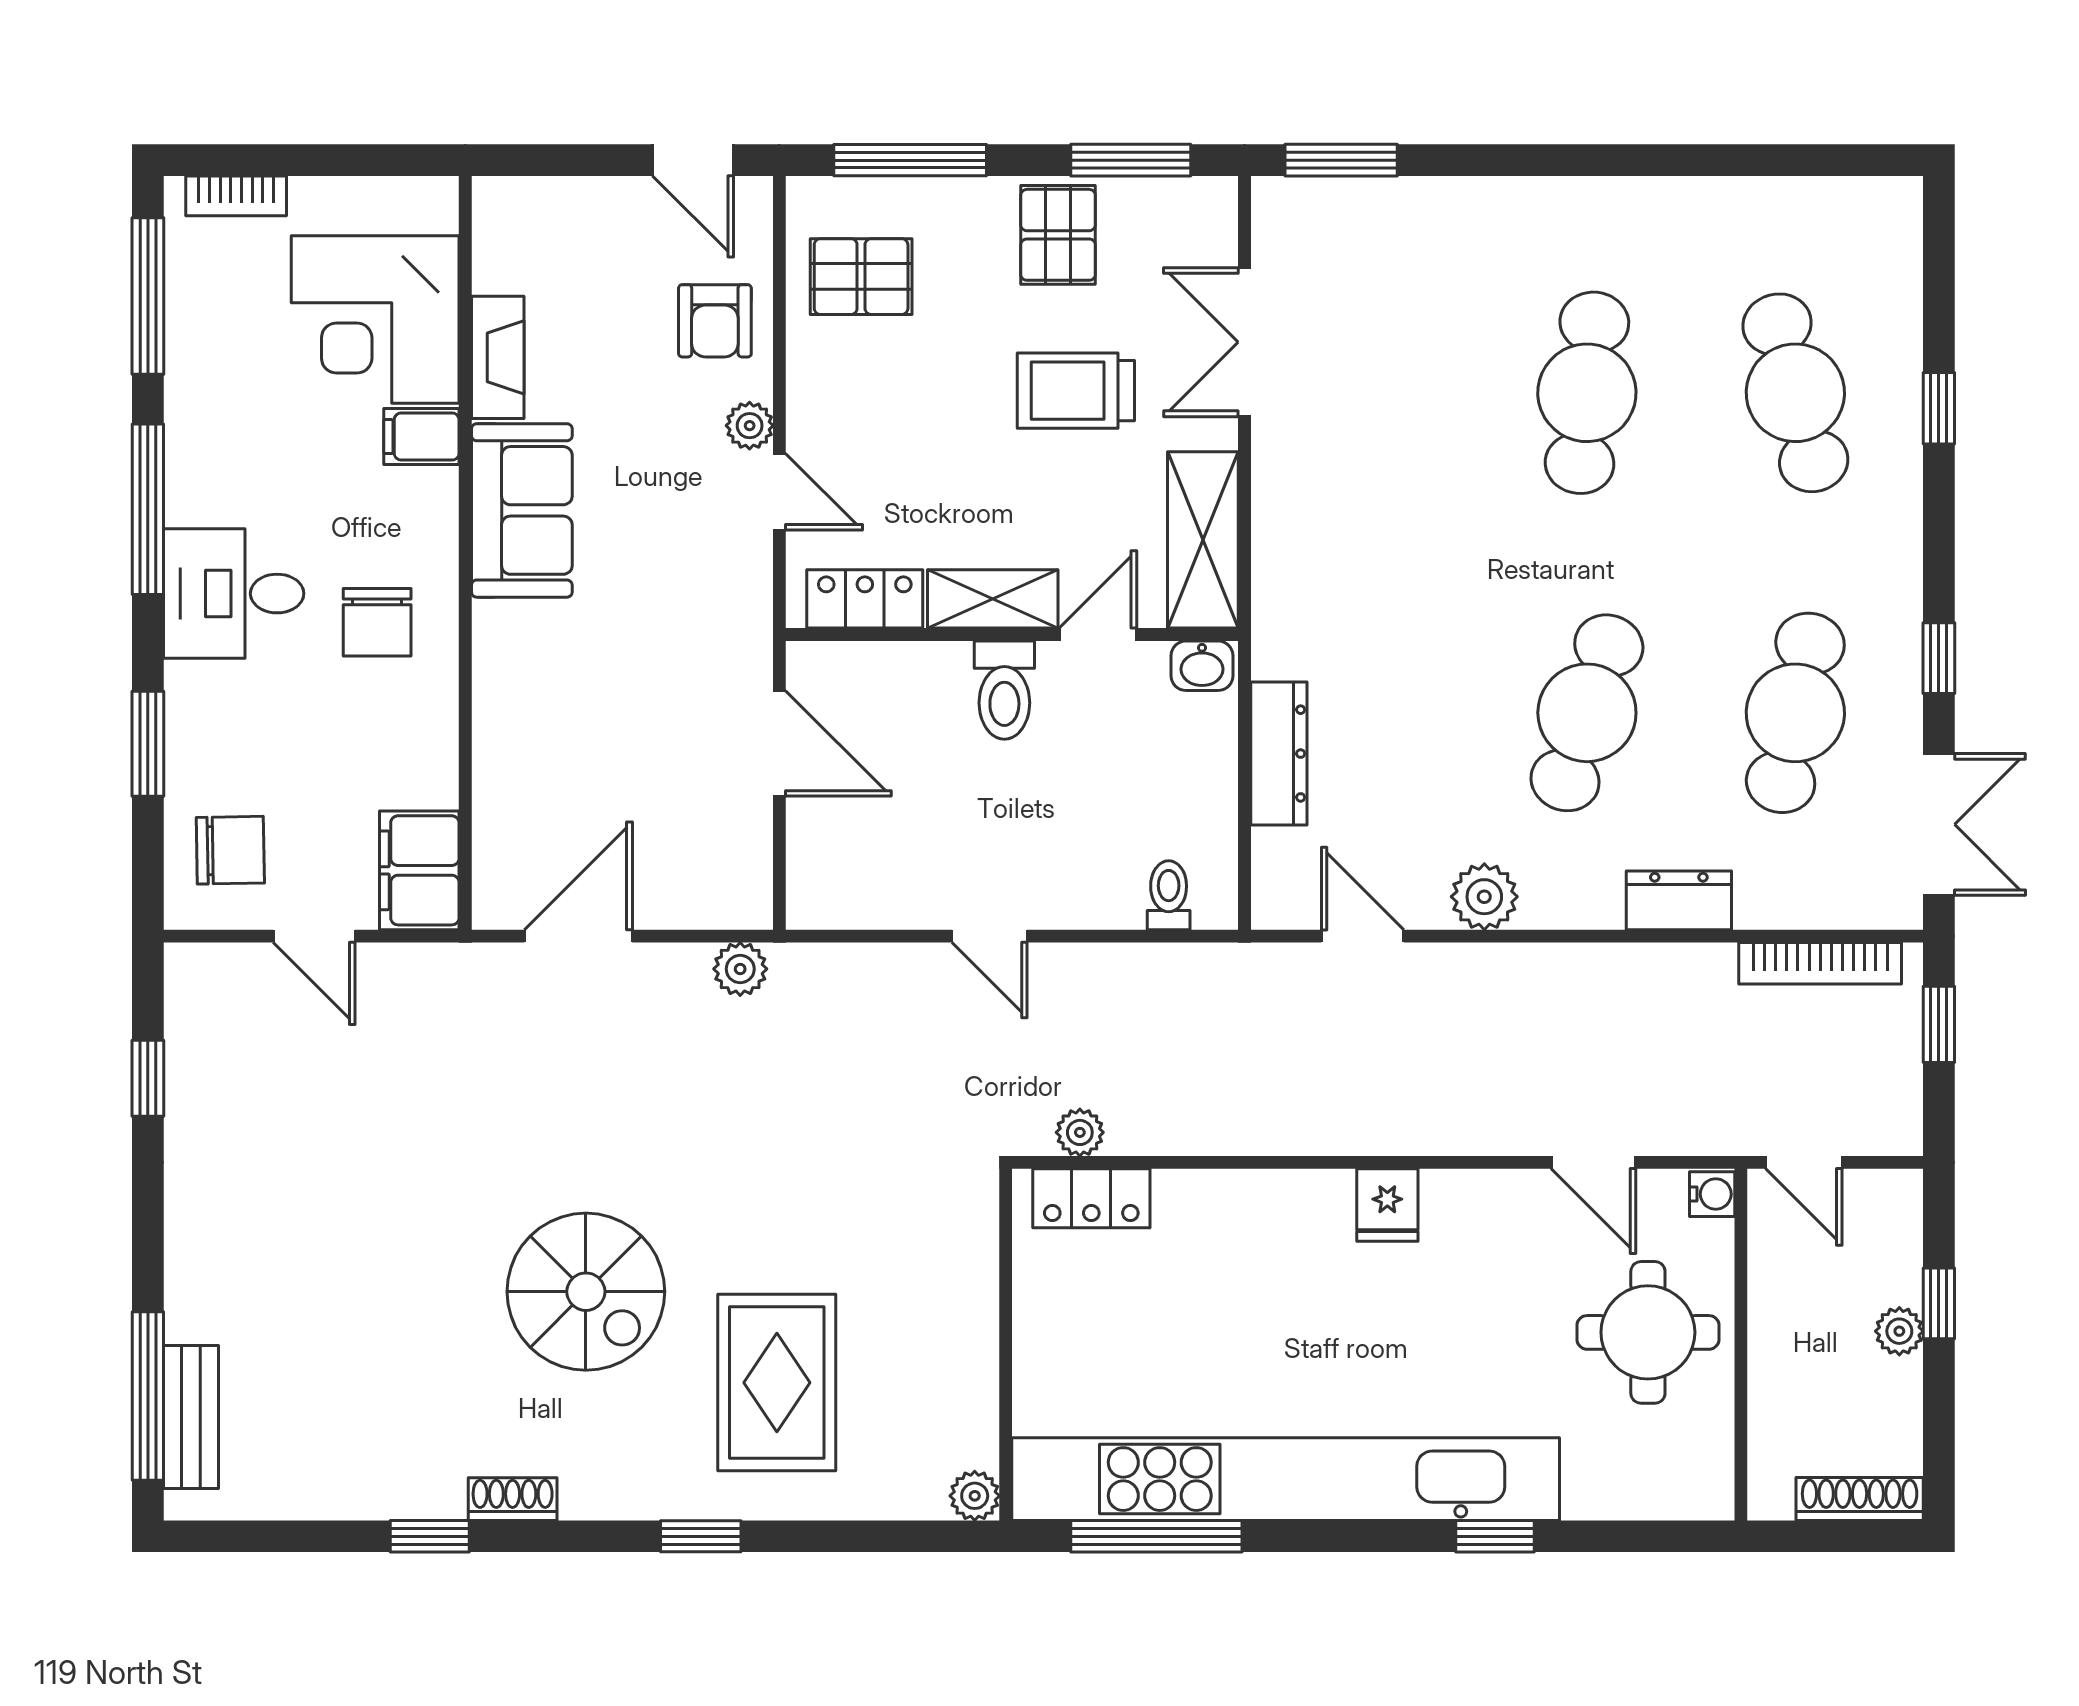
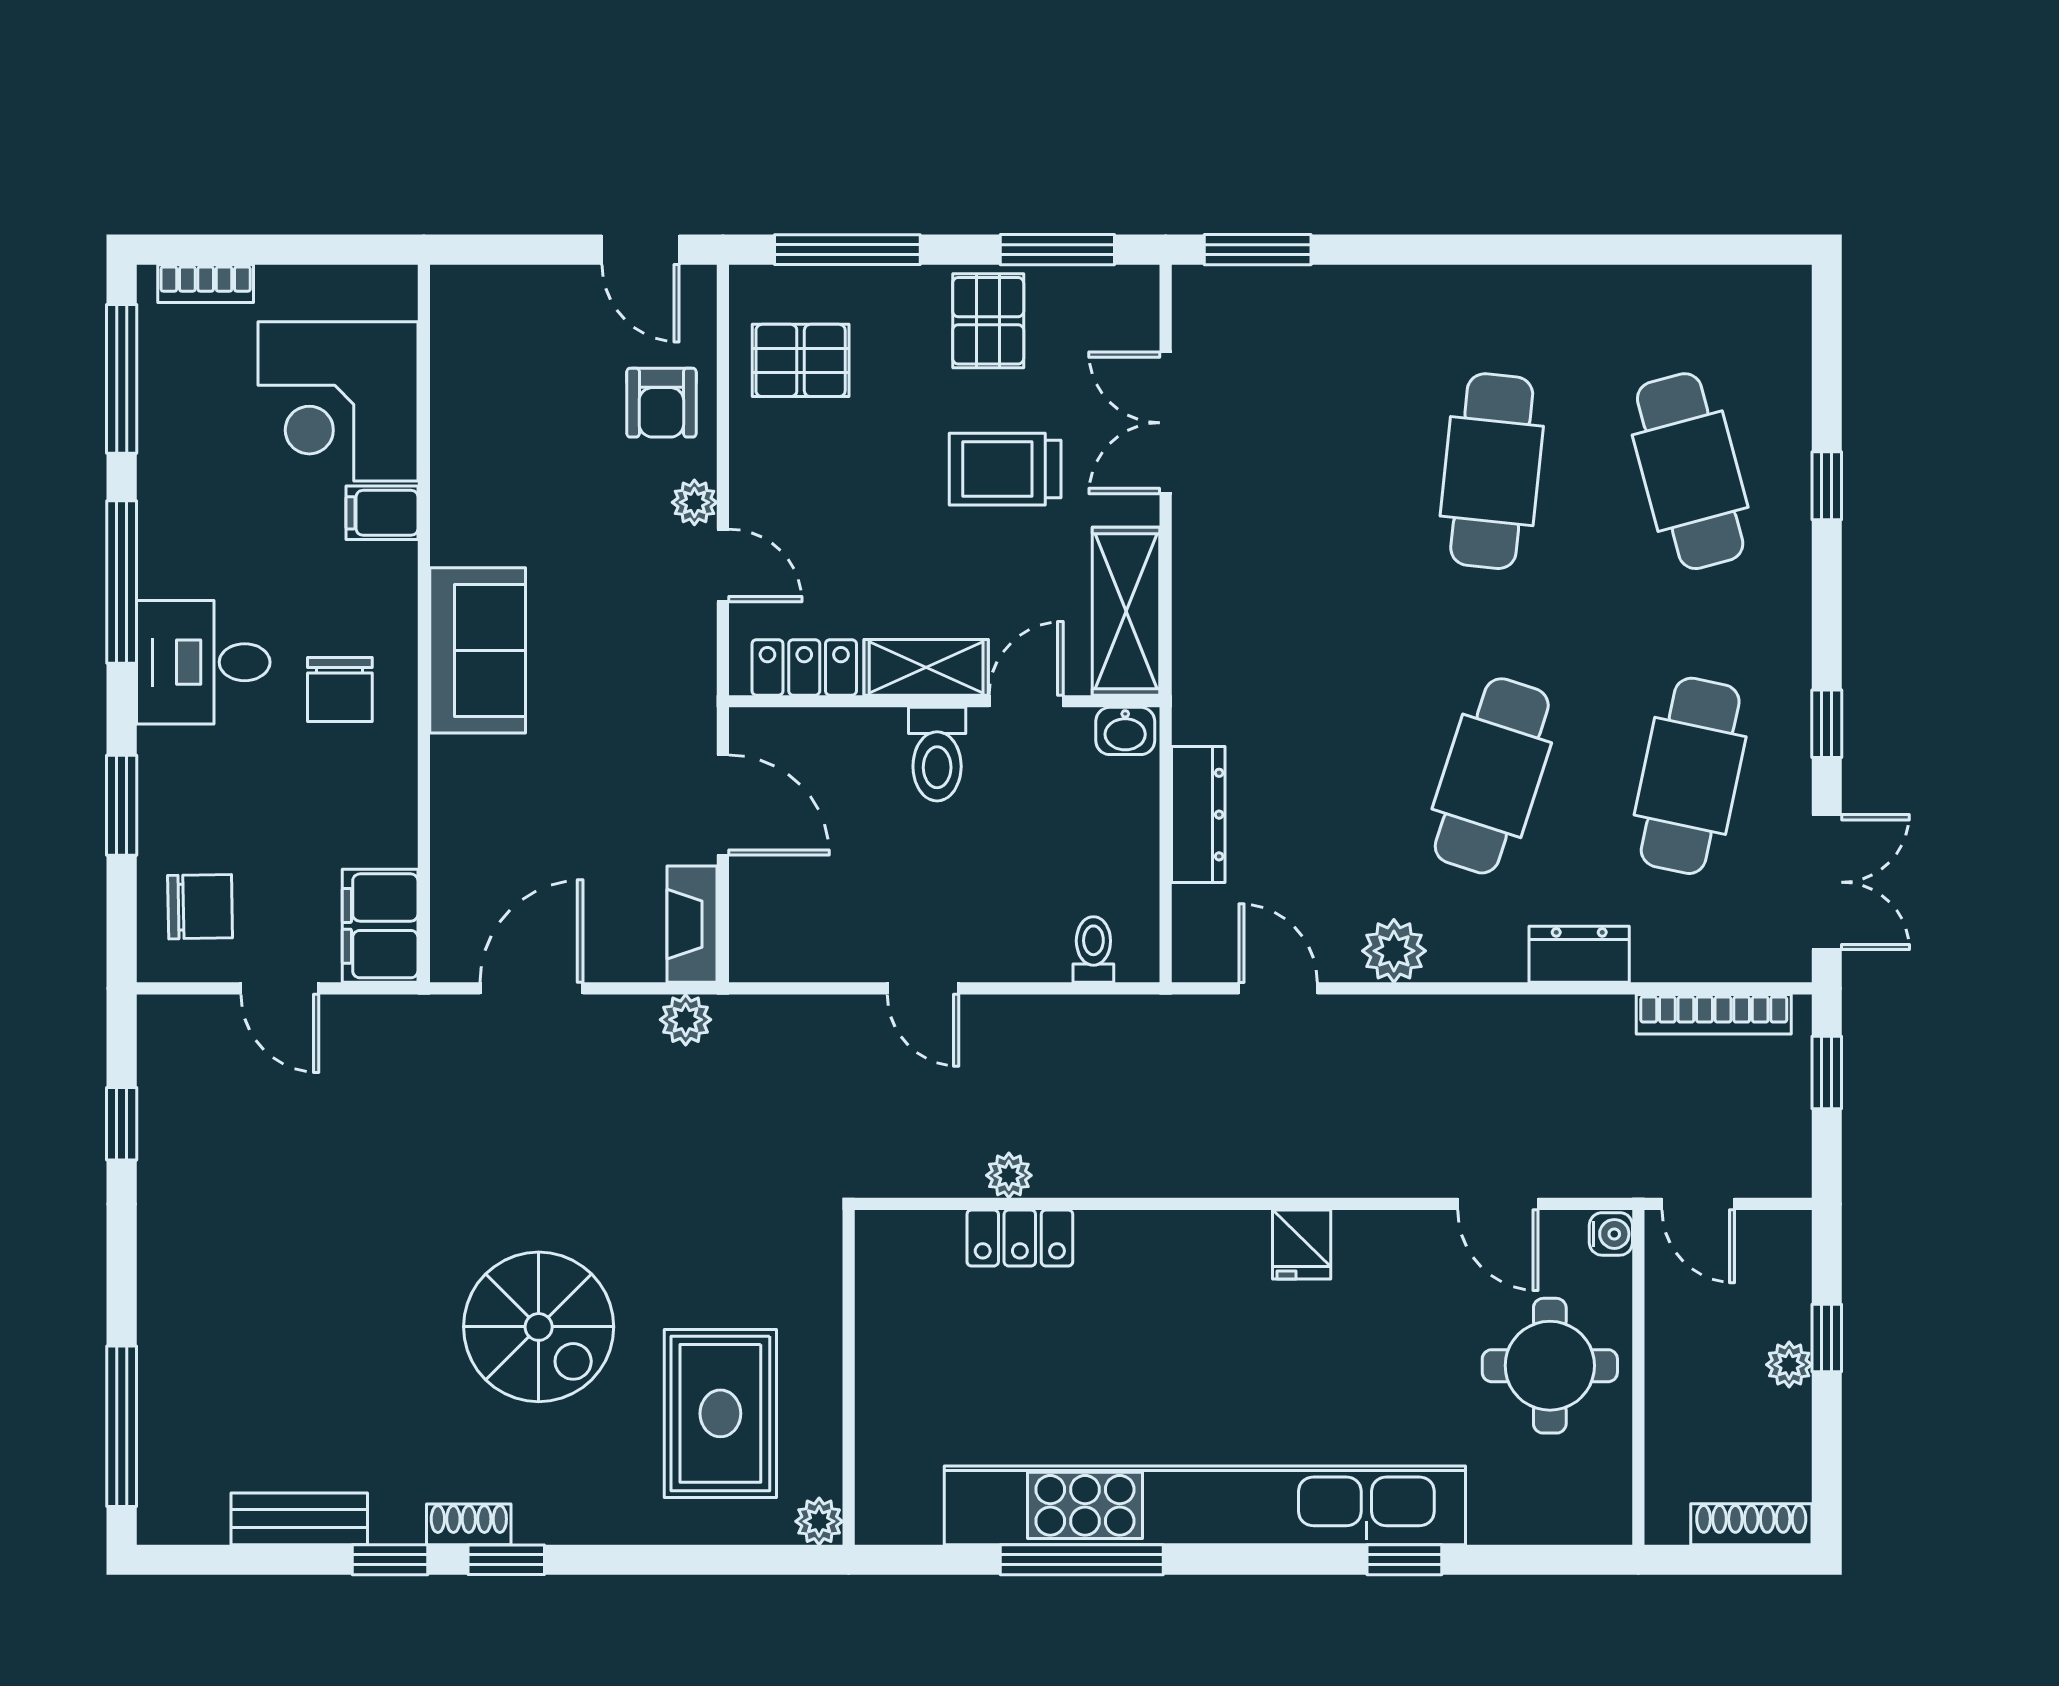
fireplace: (498, 357) -> (692, 924), moved, turned 180
sofa: (522, 510) -> (478, 650), moved
wall: (1006, 1345) -> (849, 1377), moved
bench: (191, 1417) -> (299, 1519), moved, turned 90
plant: (975, 1496) -> (819, 1521), moved
window: (701, 1536) -> (506, 1560), moved

